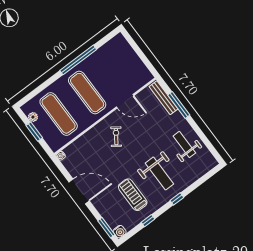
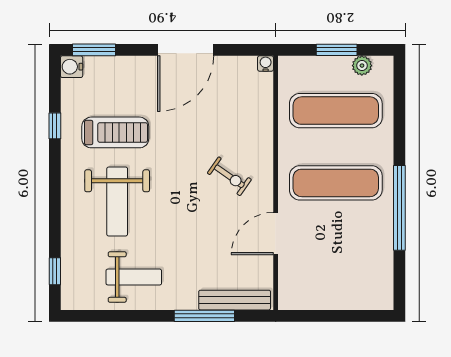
weight bench: (159, 173) -> (117, 201), turned -90
window: (177, 199) -> (55, 271), moved

